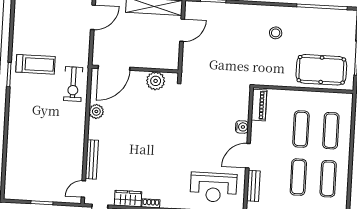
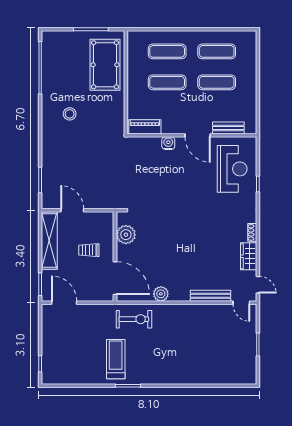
trolley: (143, 44) -> (89, 250), added

